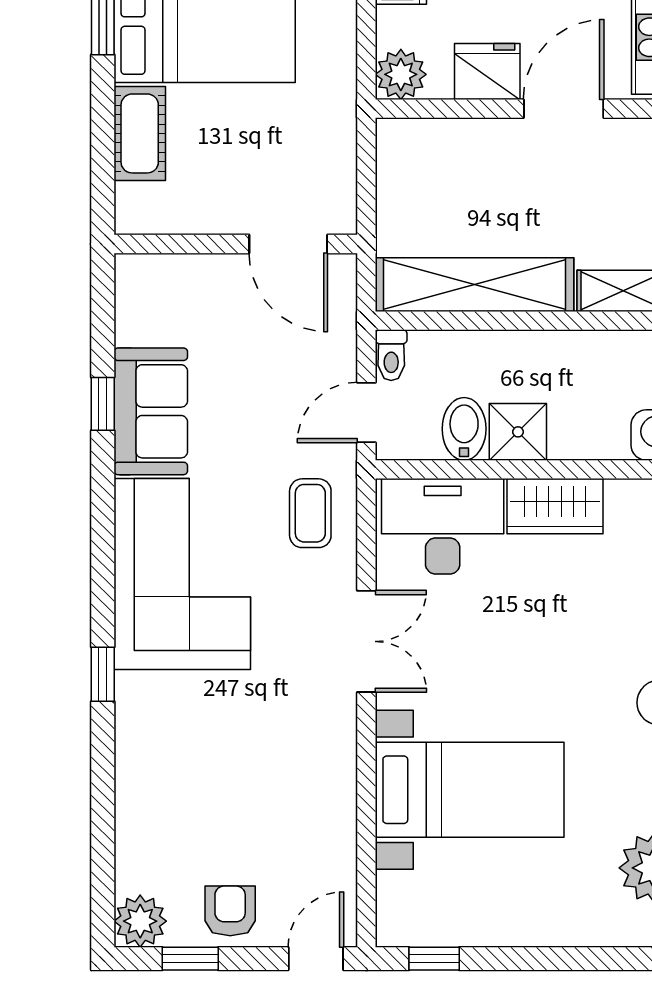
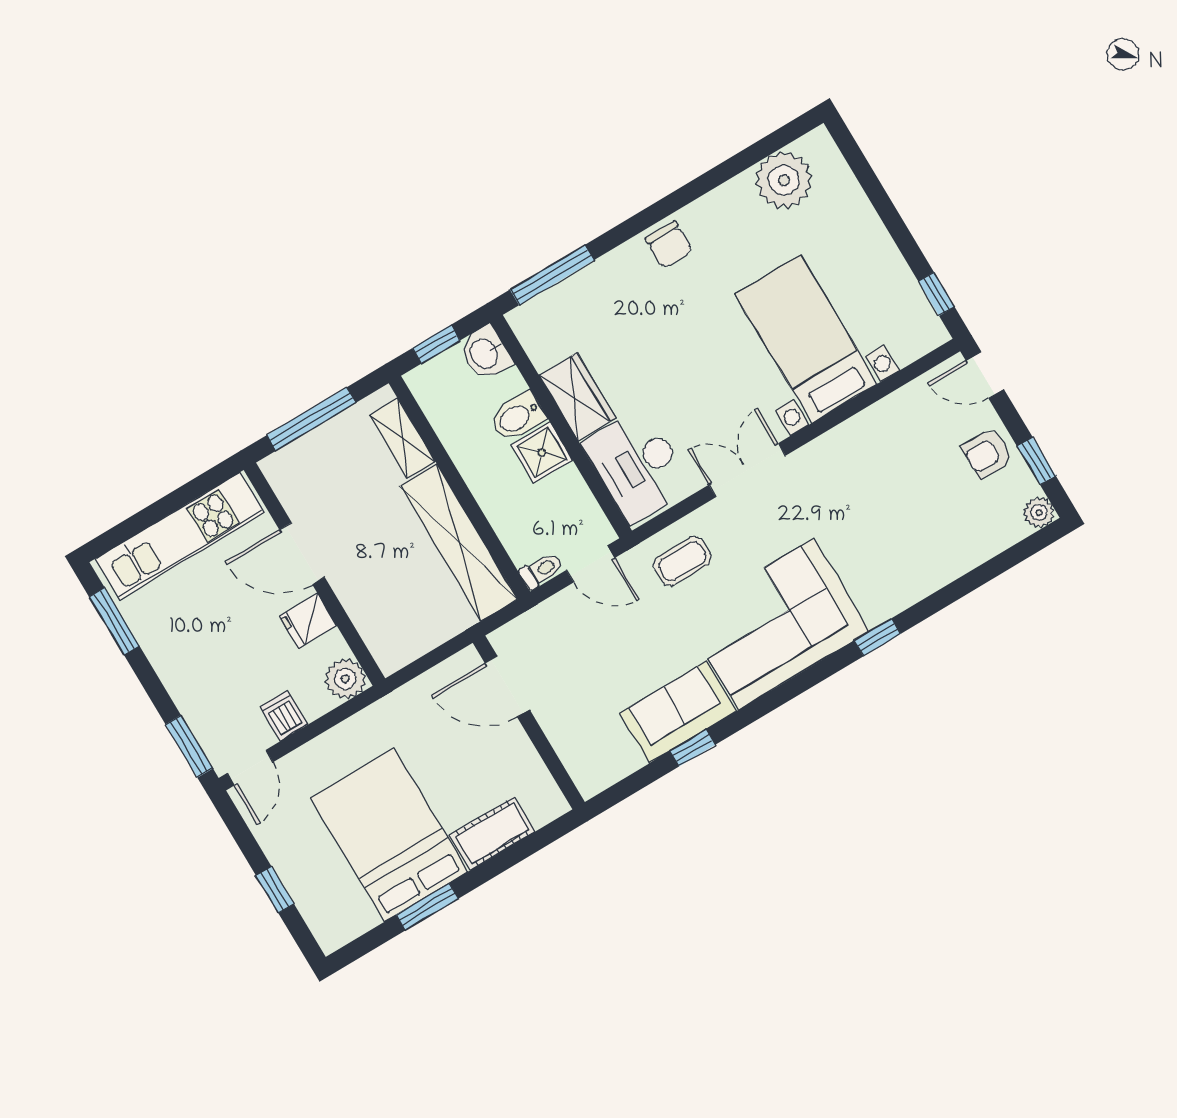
fridge: (487, 72) -> (308, 621), width x0.72
door: (288, 244) -> (507, 686), swing flipped
bidet: (464, 429) -> (518, 417), moved
plant: (140, 921) -> (1039, 512), width x0.73, depth x0.73

